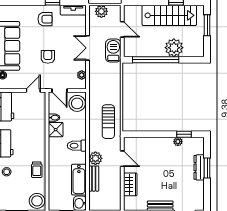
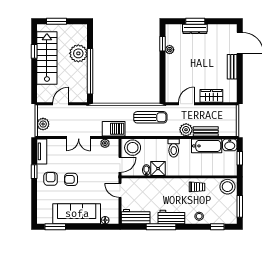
barbecue: (113, 51) -> (114, 129), moved, turned 180
armchair: (48, 57) -> (71, 179), moved

